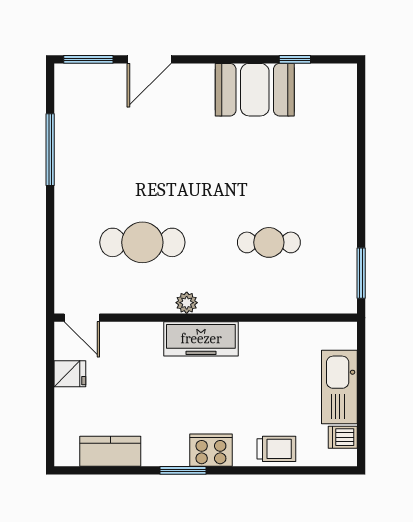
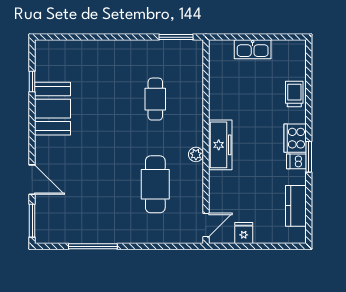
kitchen sink: (339, 387) -> (253, 49), width x0.73, depth x0.81
dishwasher: (343, 437) -> (296, 161), moved, turned 90

